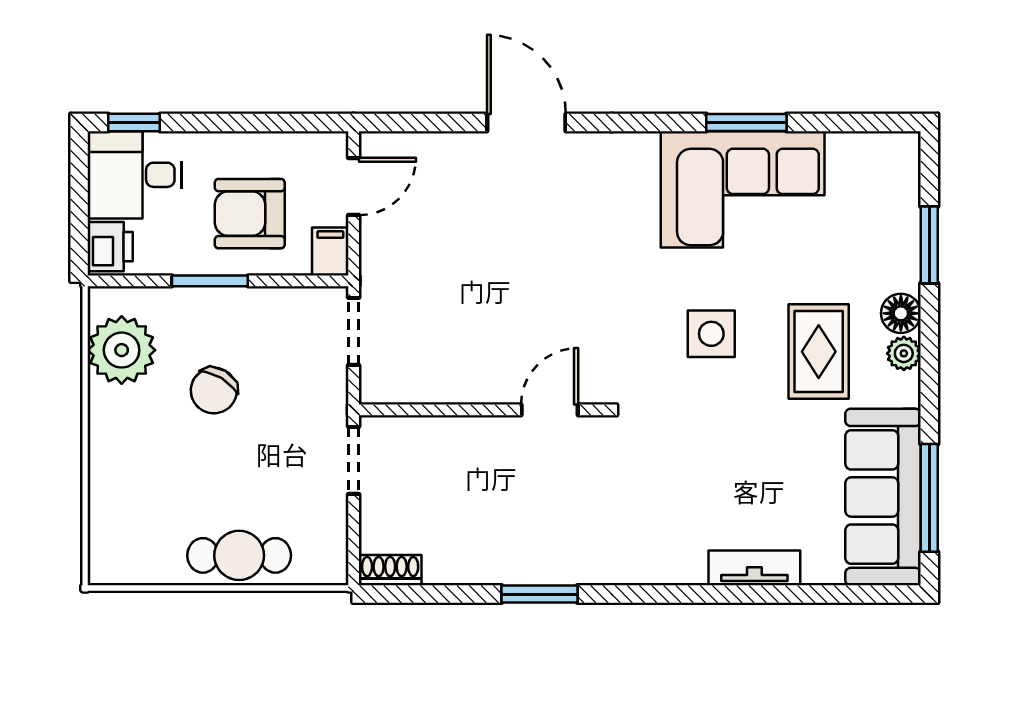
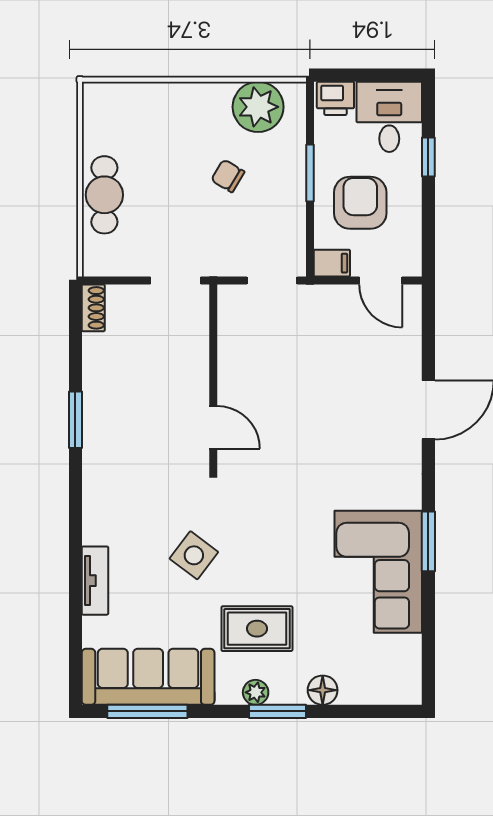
window: (134, 123) -> (428, 157), moved
window: (746, 123) -> (428, 541), moved
window: (929, 245) -> (277, 711), moved
floor lamp: (901, 313) -> (323, 690), moved
side table: (711, 334) -> (194, 555), moved, turned 37
chair: (214, 391) -> (228, 176), width x0.73, depth x0.73

